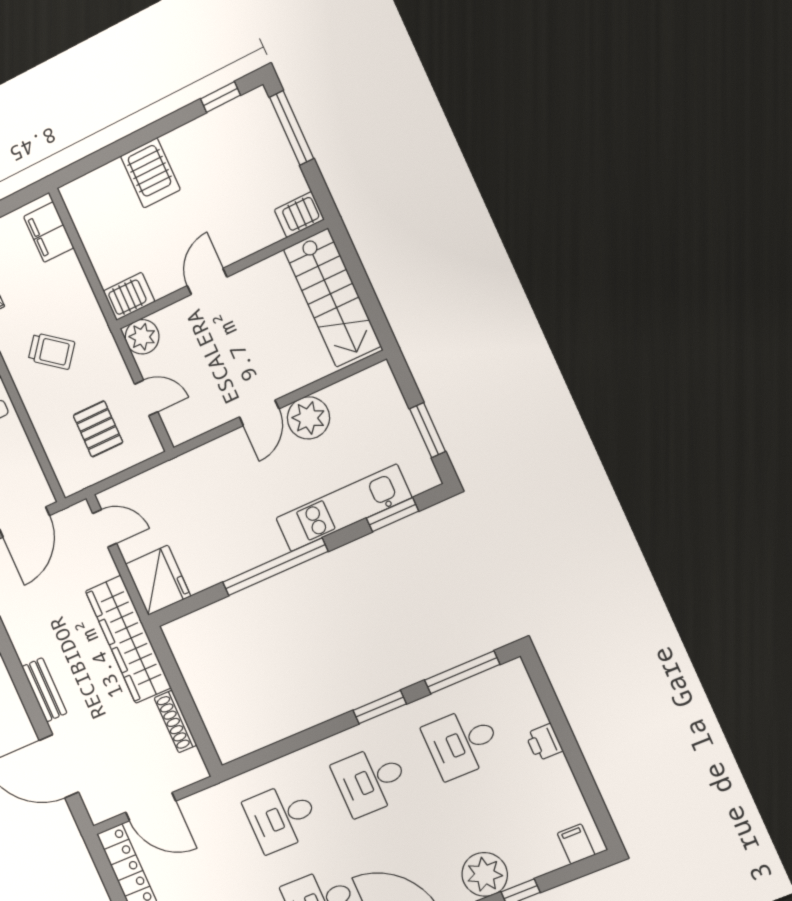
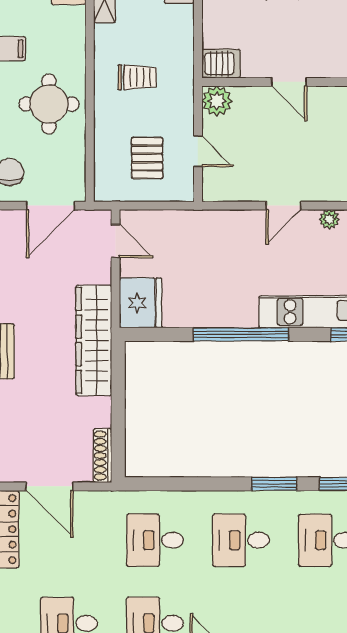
door: (207, 281) -> (289, 82), swing flipped
trolley: (52, 351) -> (137, 77), turned -38
plant: (308, 418) -> (329, 219), width x0.53, depth x0.53
shoe rack: (175, 721) -> (102, 456), moved

